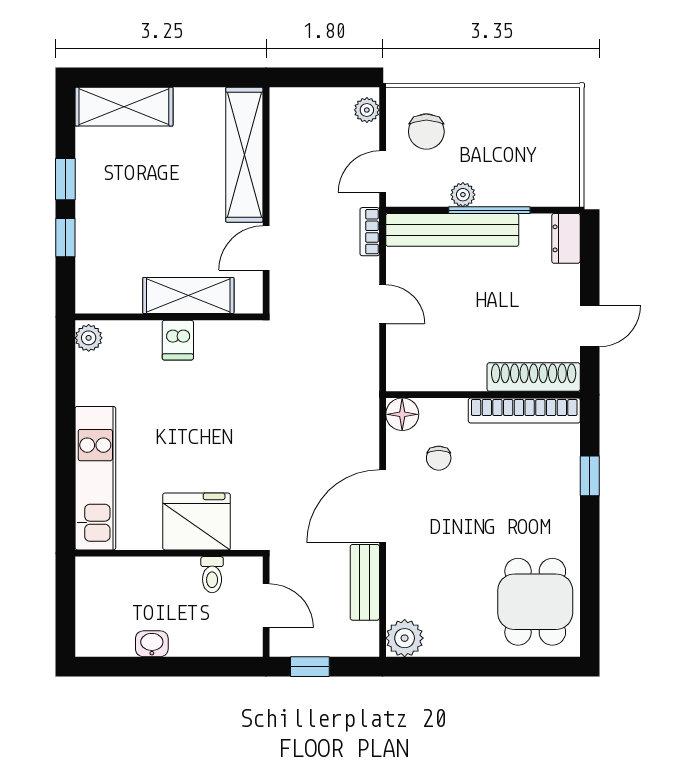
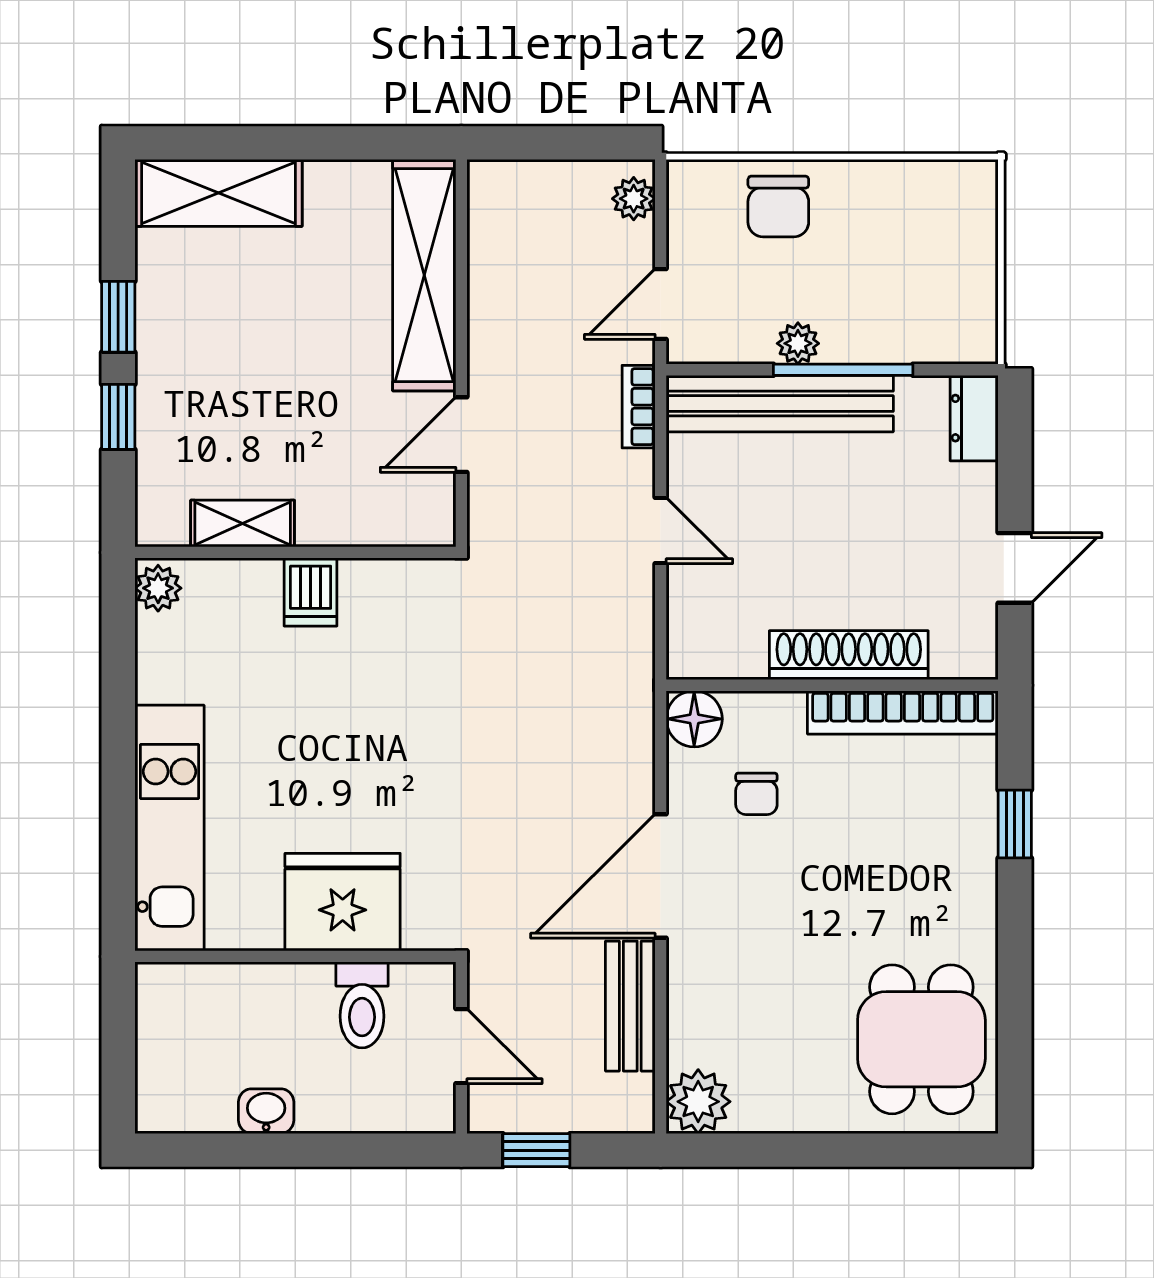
chair: (426, 132) -> (778, 206), moved
shelving: (188, 296) -> (243, 524), moved, width x0.67, depth x0.75
shoe rack: (534, 377) -> (849, 655), moved
toilet: (212, 575) -> (362, 1005), width x1.37, depth x1.39

